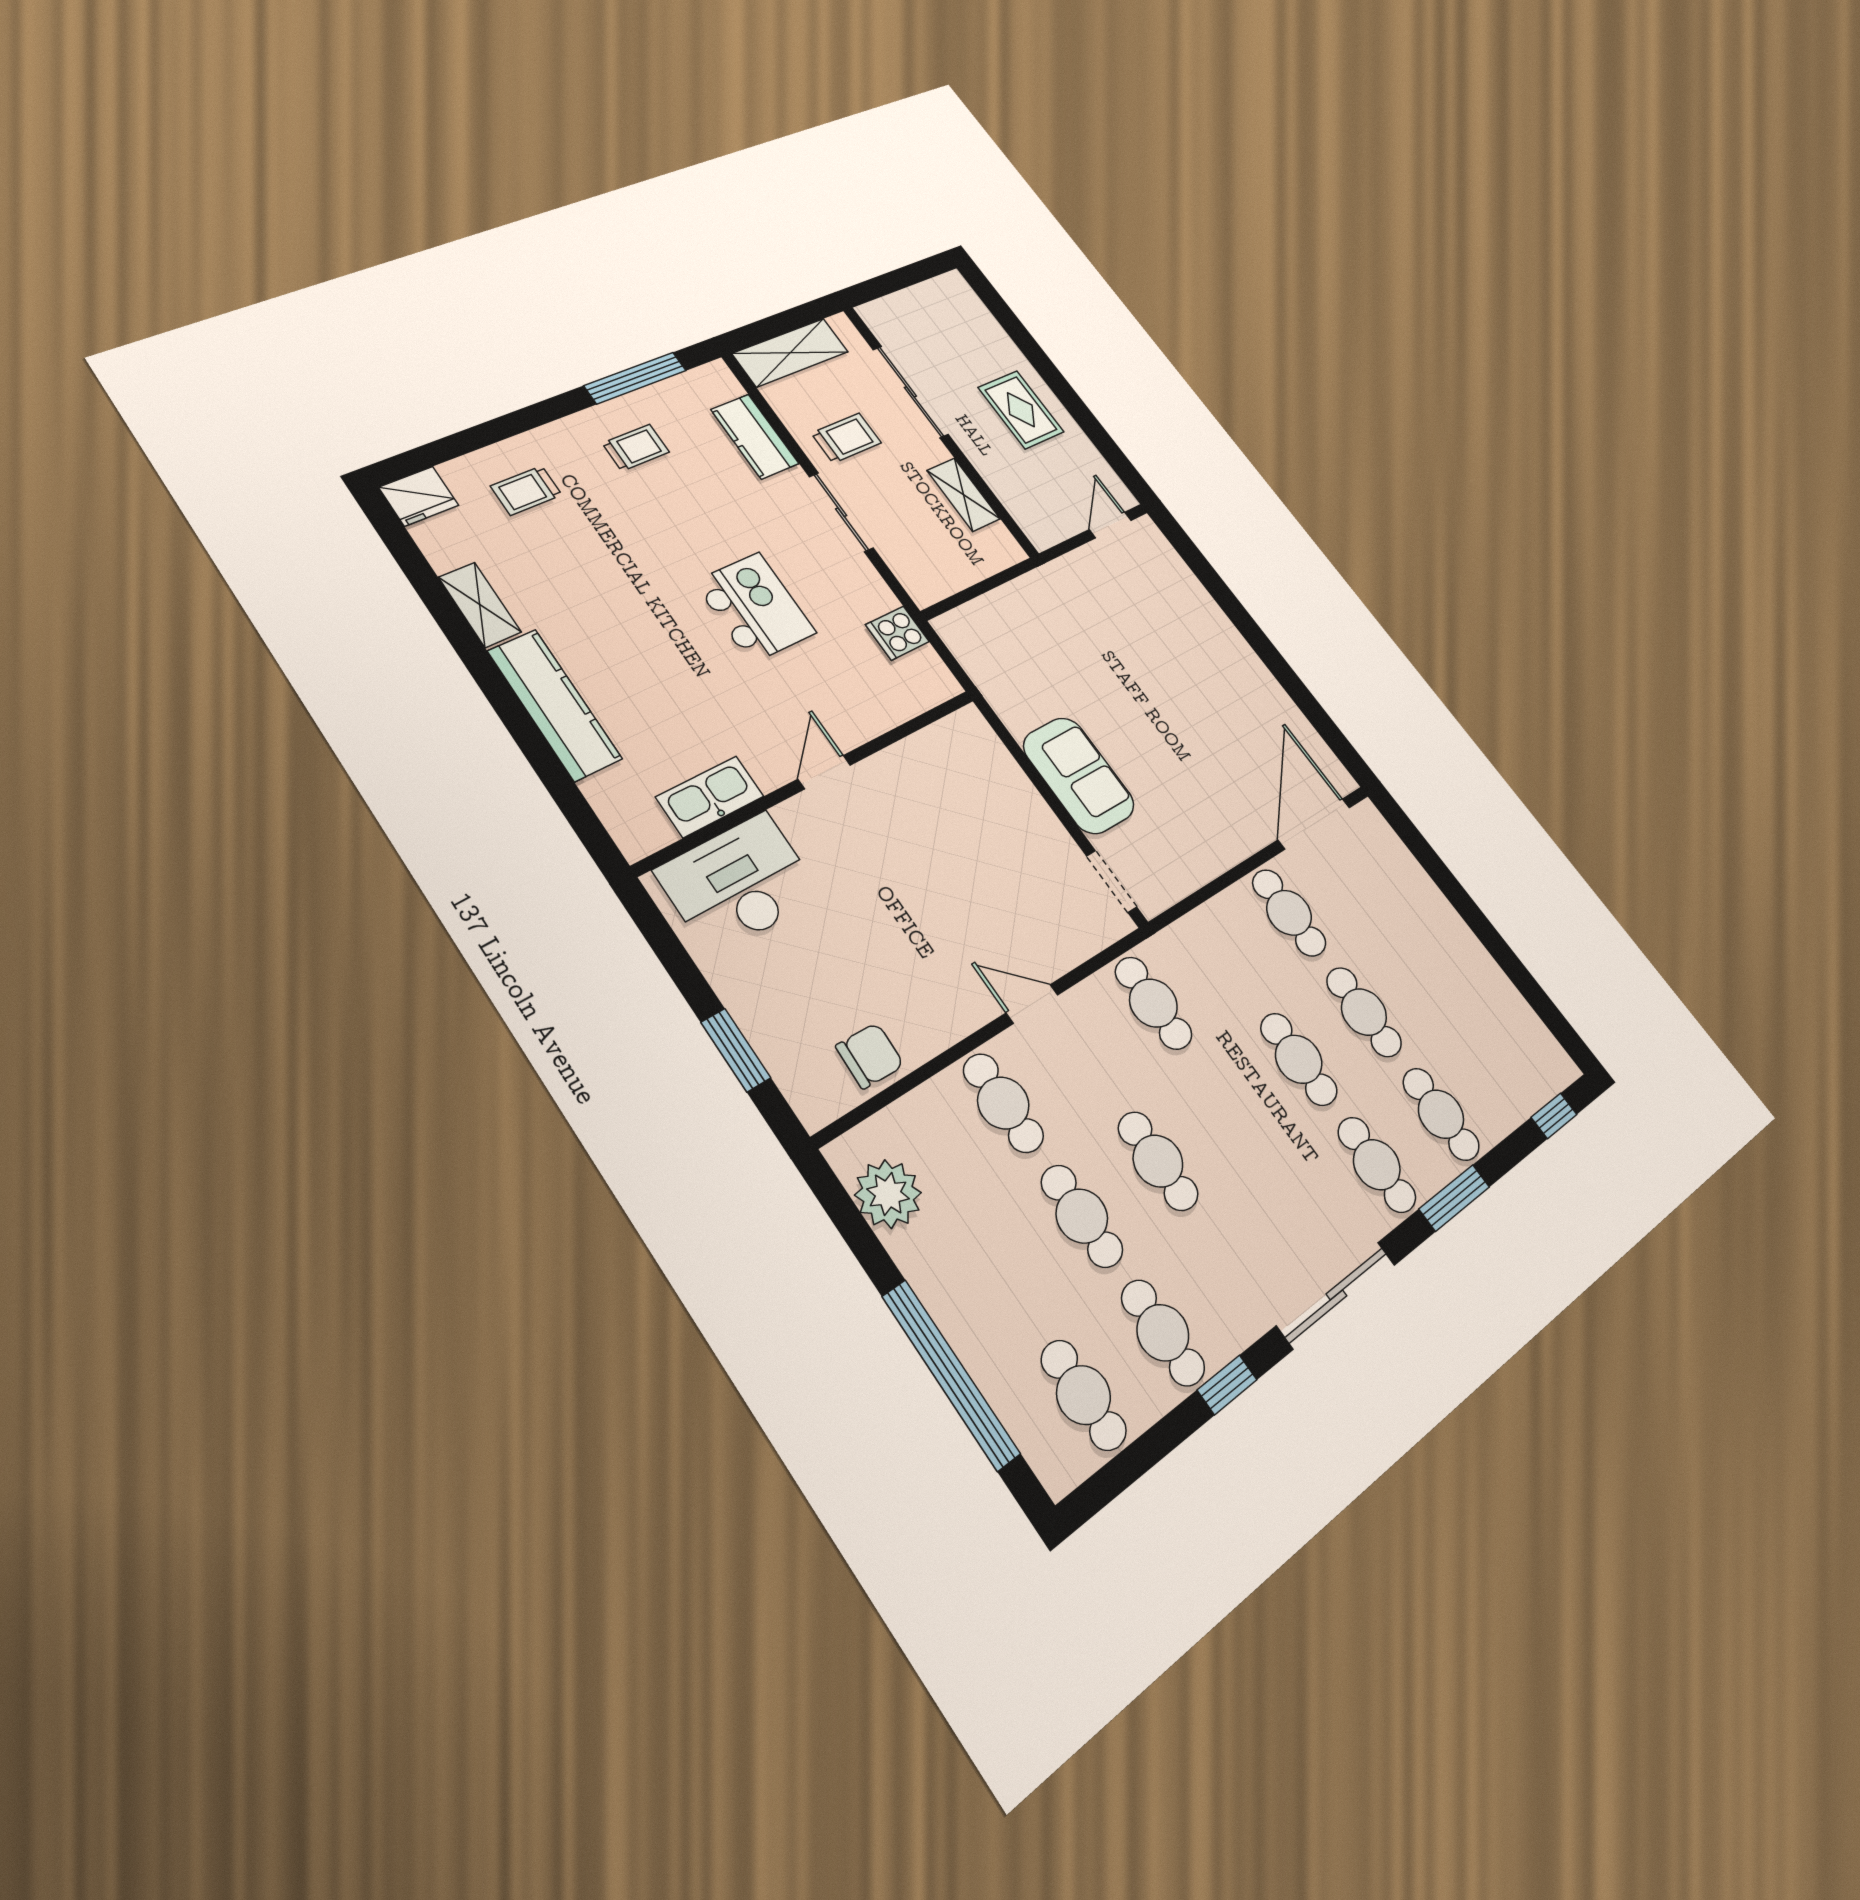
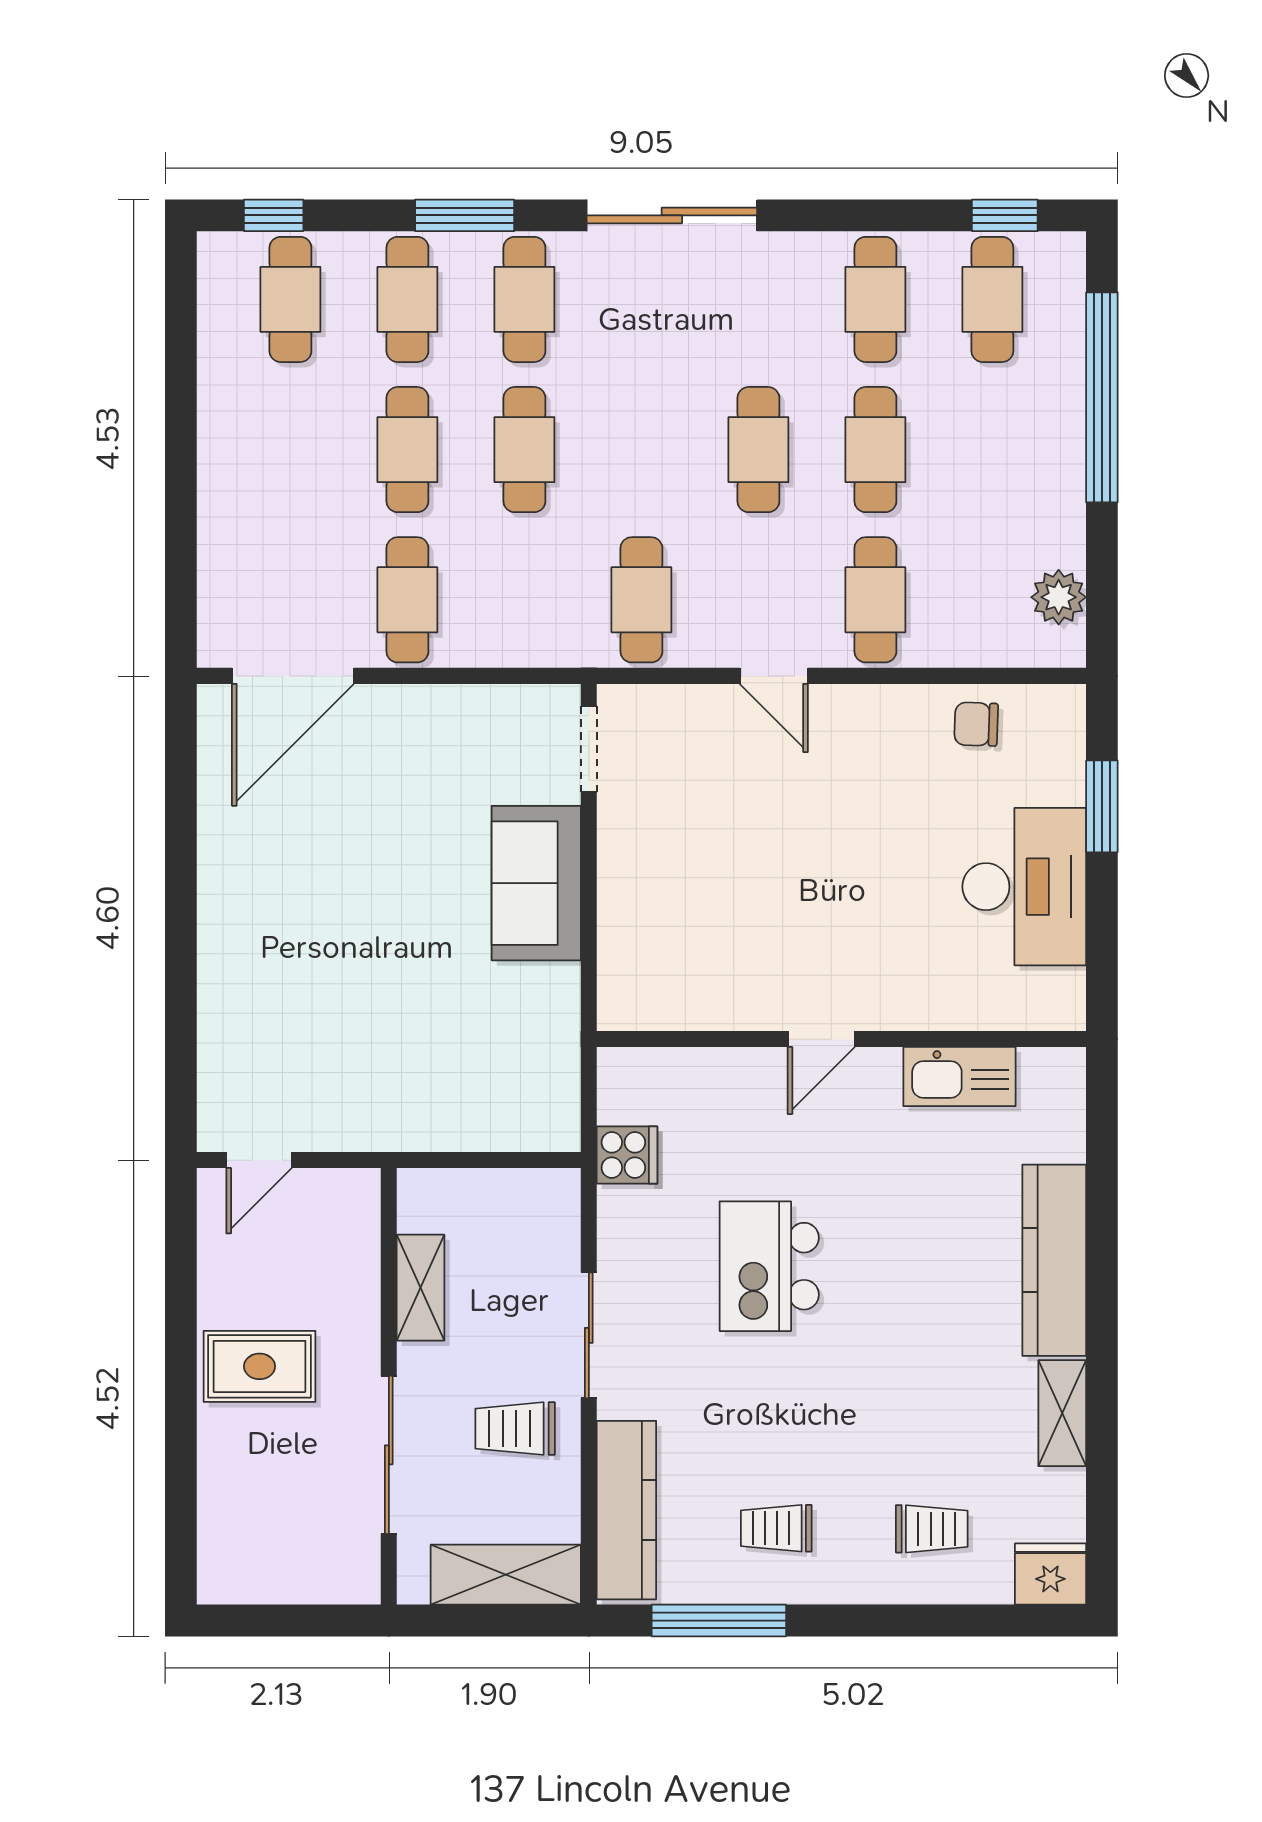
rug: (1021, 410) -> (260, 1366), turned 90
kitchen counter: (755, 437) -> (626, 1510), width x1.50
desk: (739, 883) -> (1024, 887), moved, turned -90
chair: (870, 1056) -> (976, 724), width x0.73, depth x0.73
cafe table: (1502, 1066) -> (290, 299), added
plant: (888, 1194) -> (1059, 597), width x0.73, depth x0.73
window: (1227, 1385) -> (1005, 215), moved

